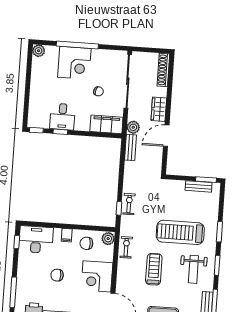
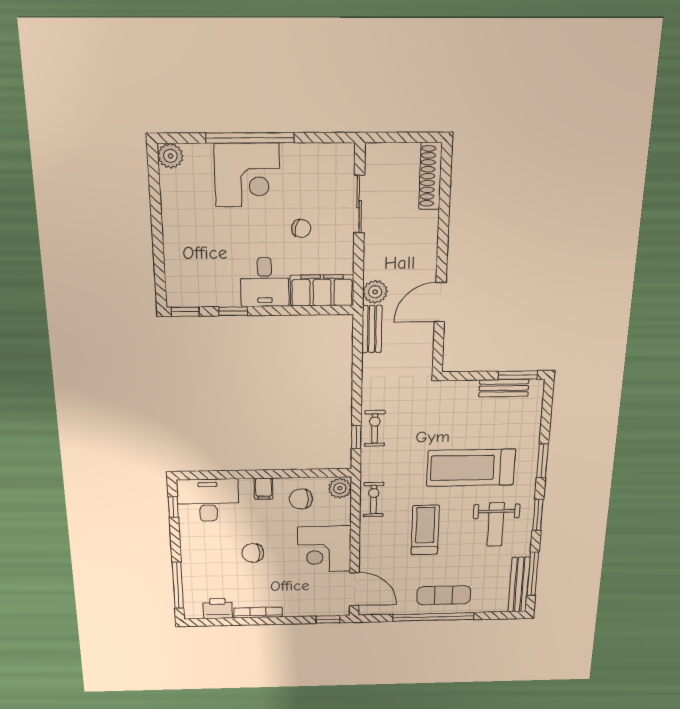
sliding door: (128, 81) -> (359, 204), width x0.54
wardrobe: (159, 109) -> (424, 254), removed
desk: (62, 117) -> (265, 282), moved

